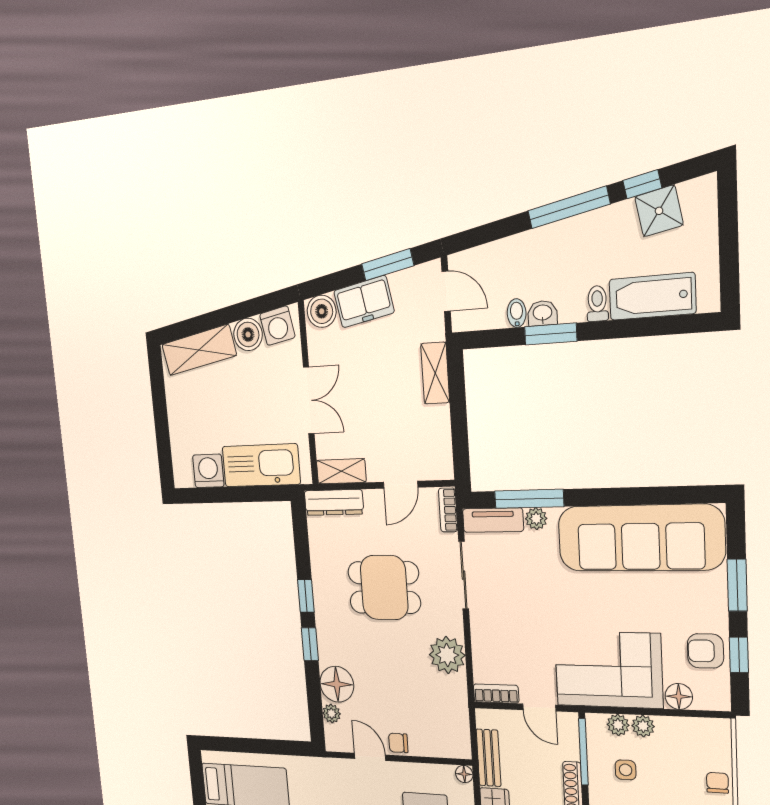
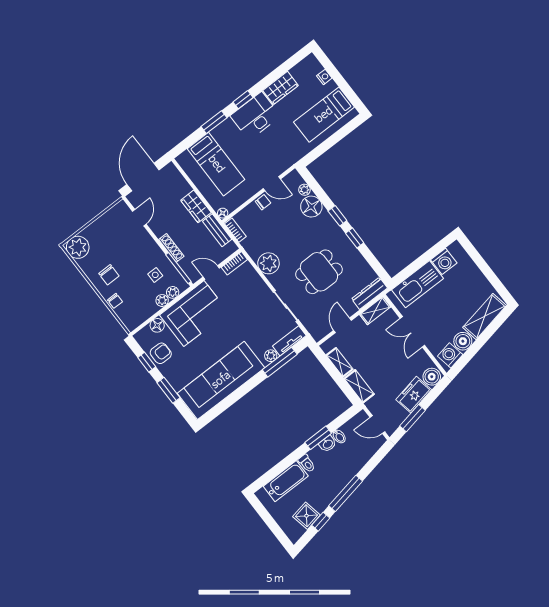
shelving: (440, 432) -> (339, 362), added
bookcase: (448, 510) -> (235, 230), moved

